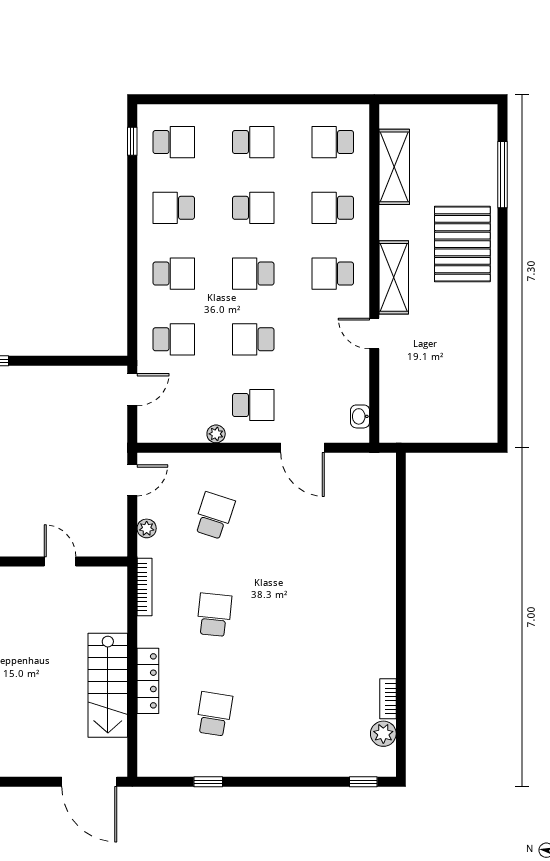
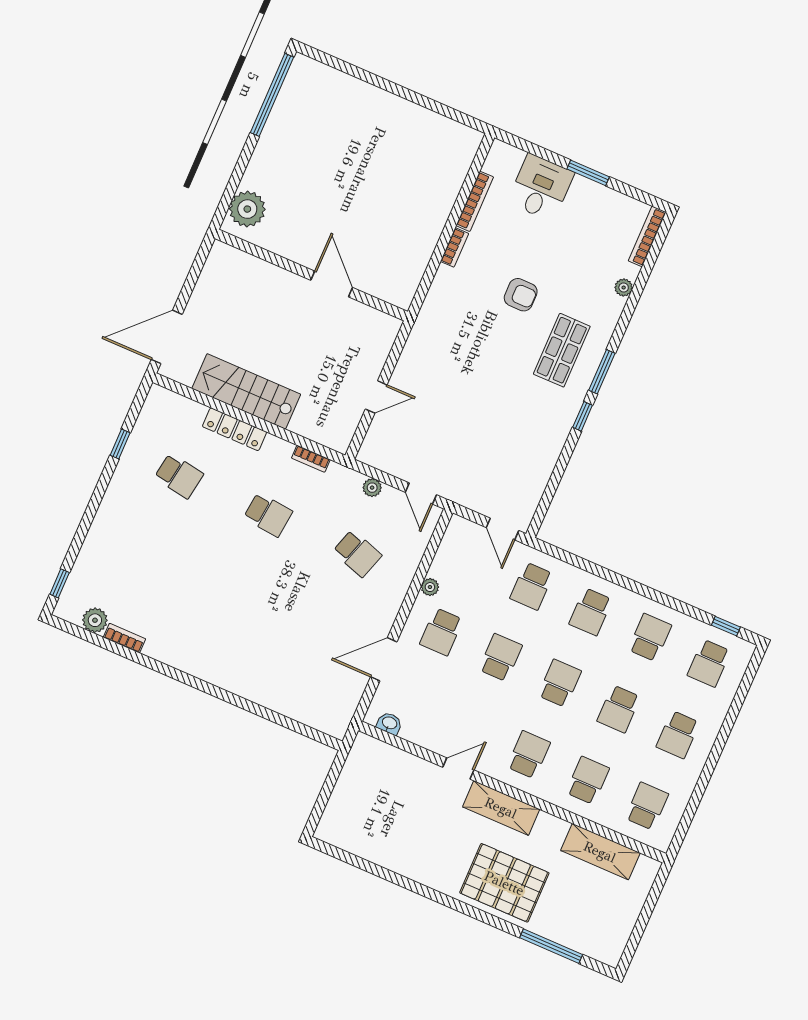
bookcase: (144, 587) -> (311, 459), width x0.64

